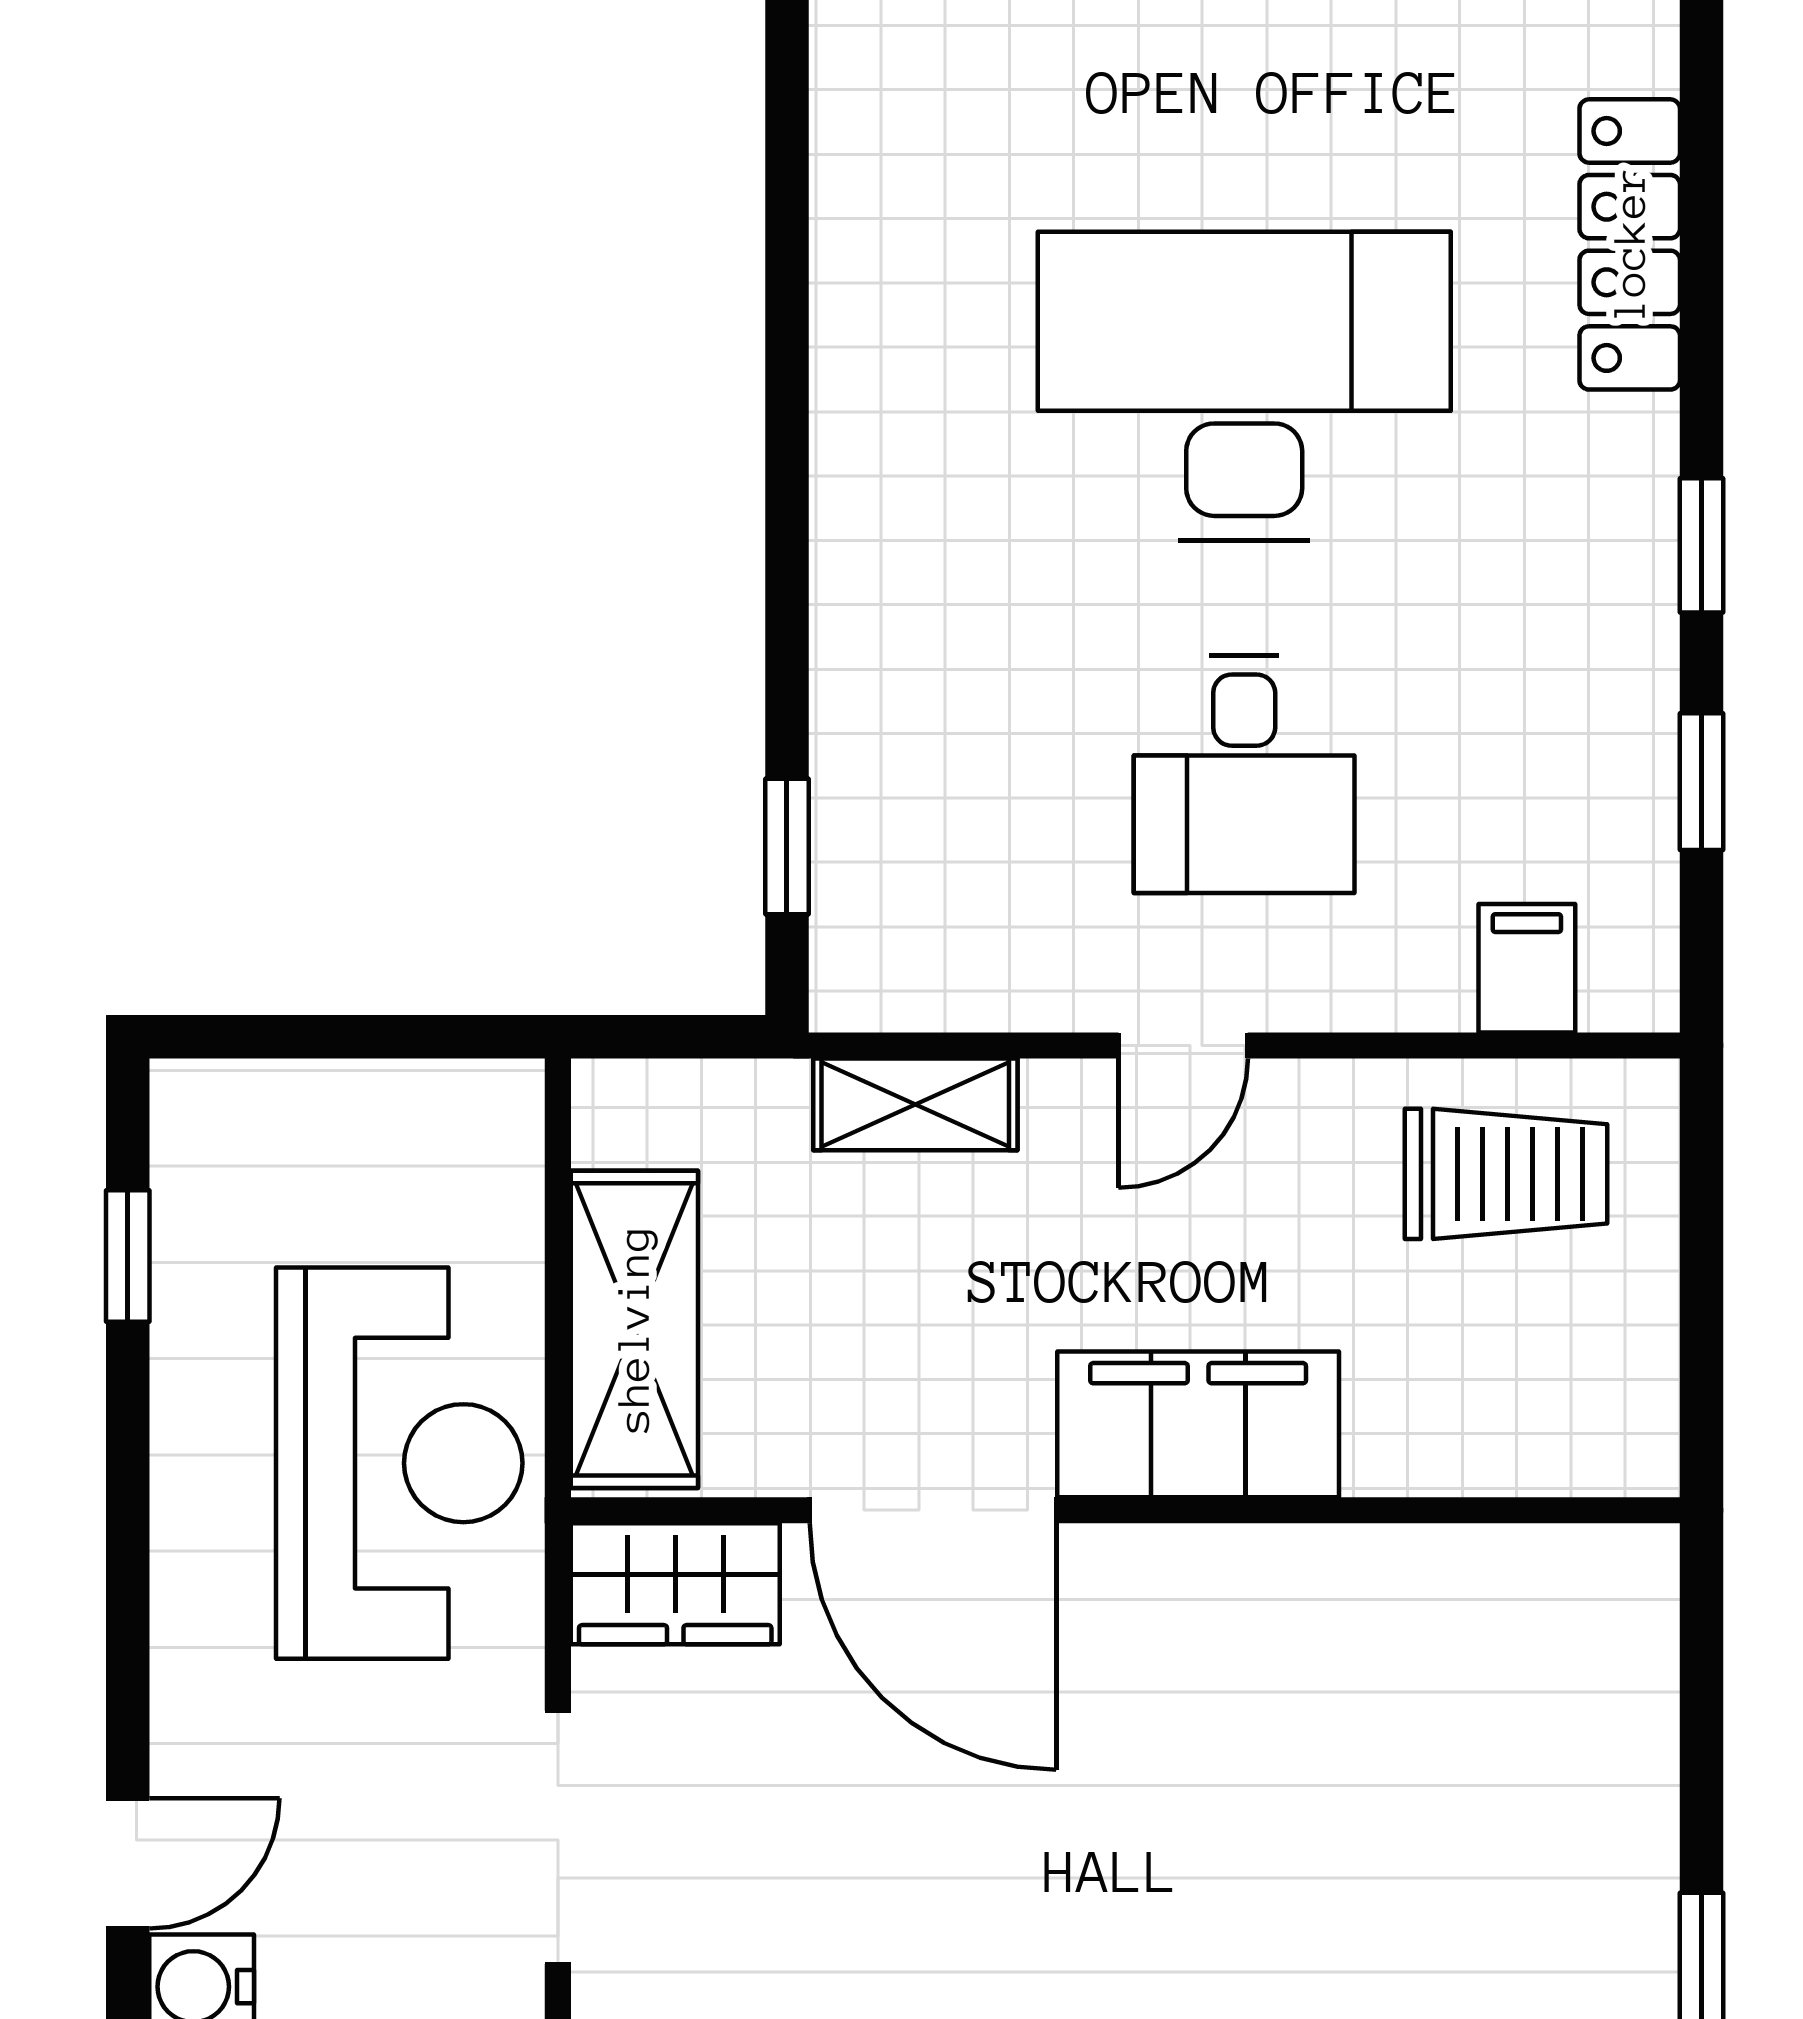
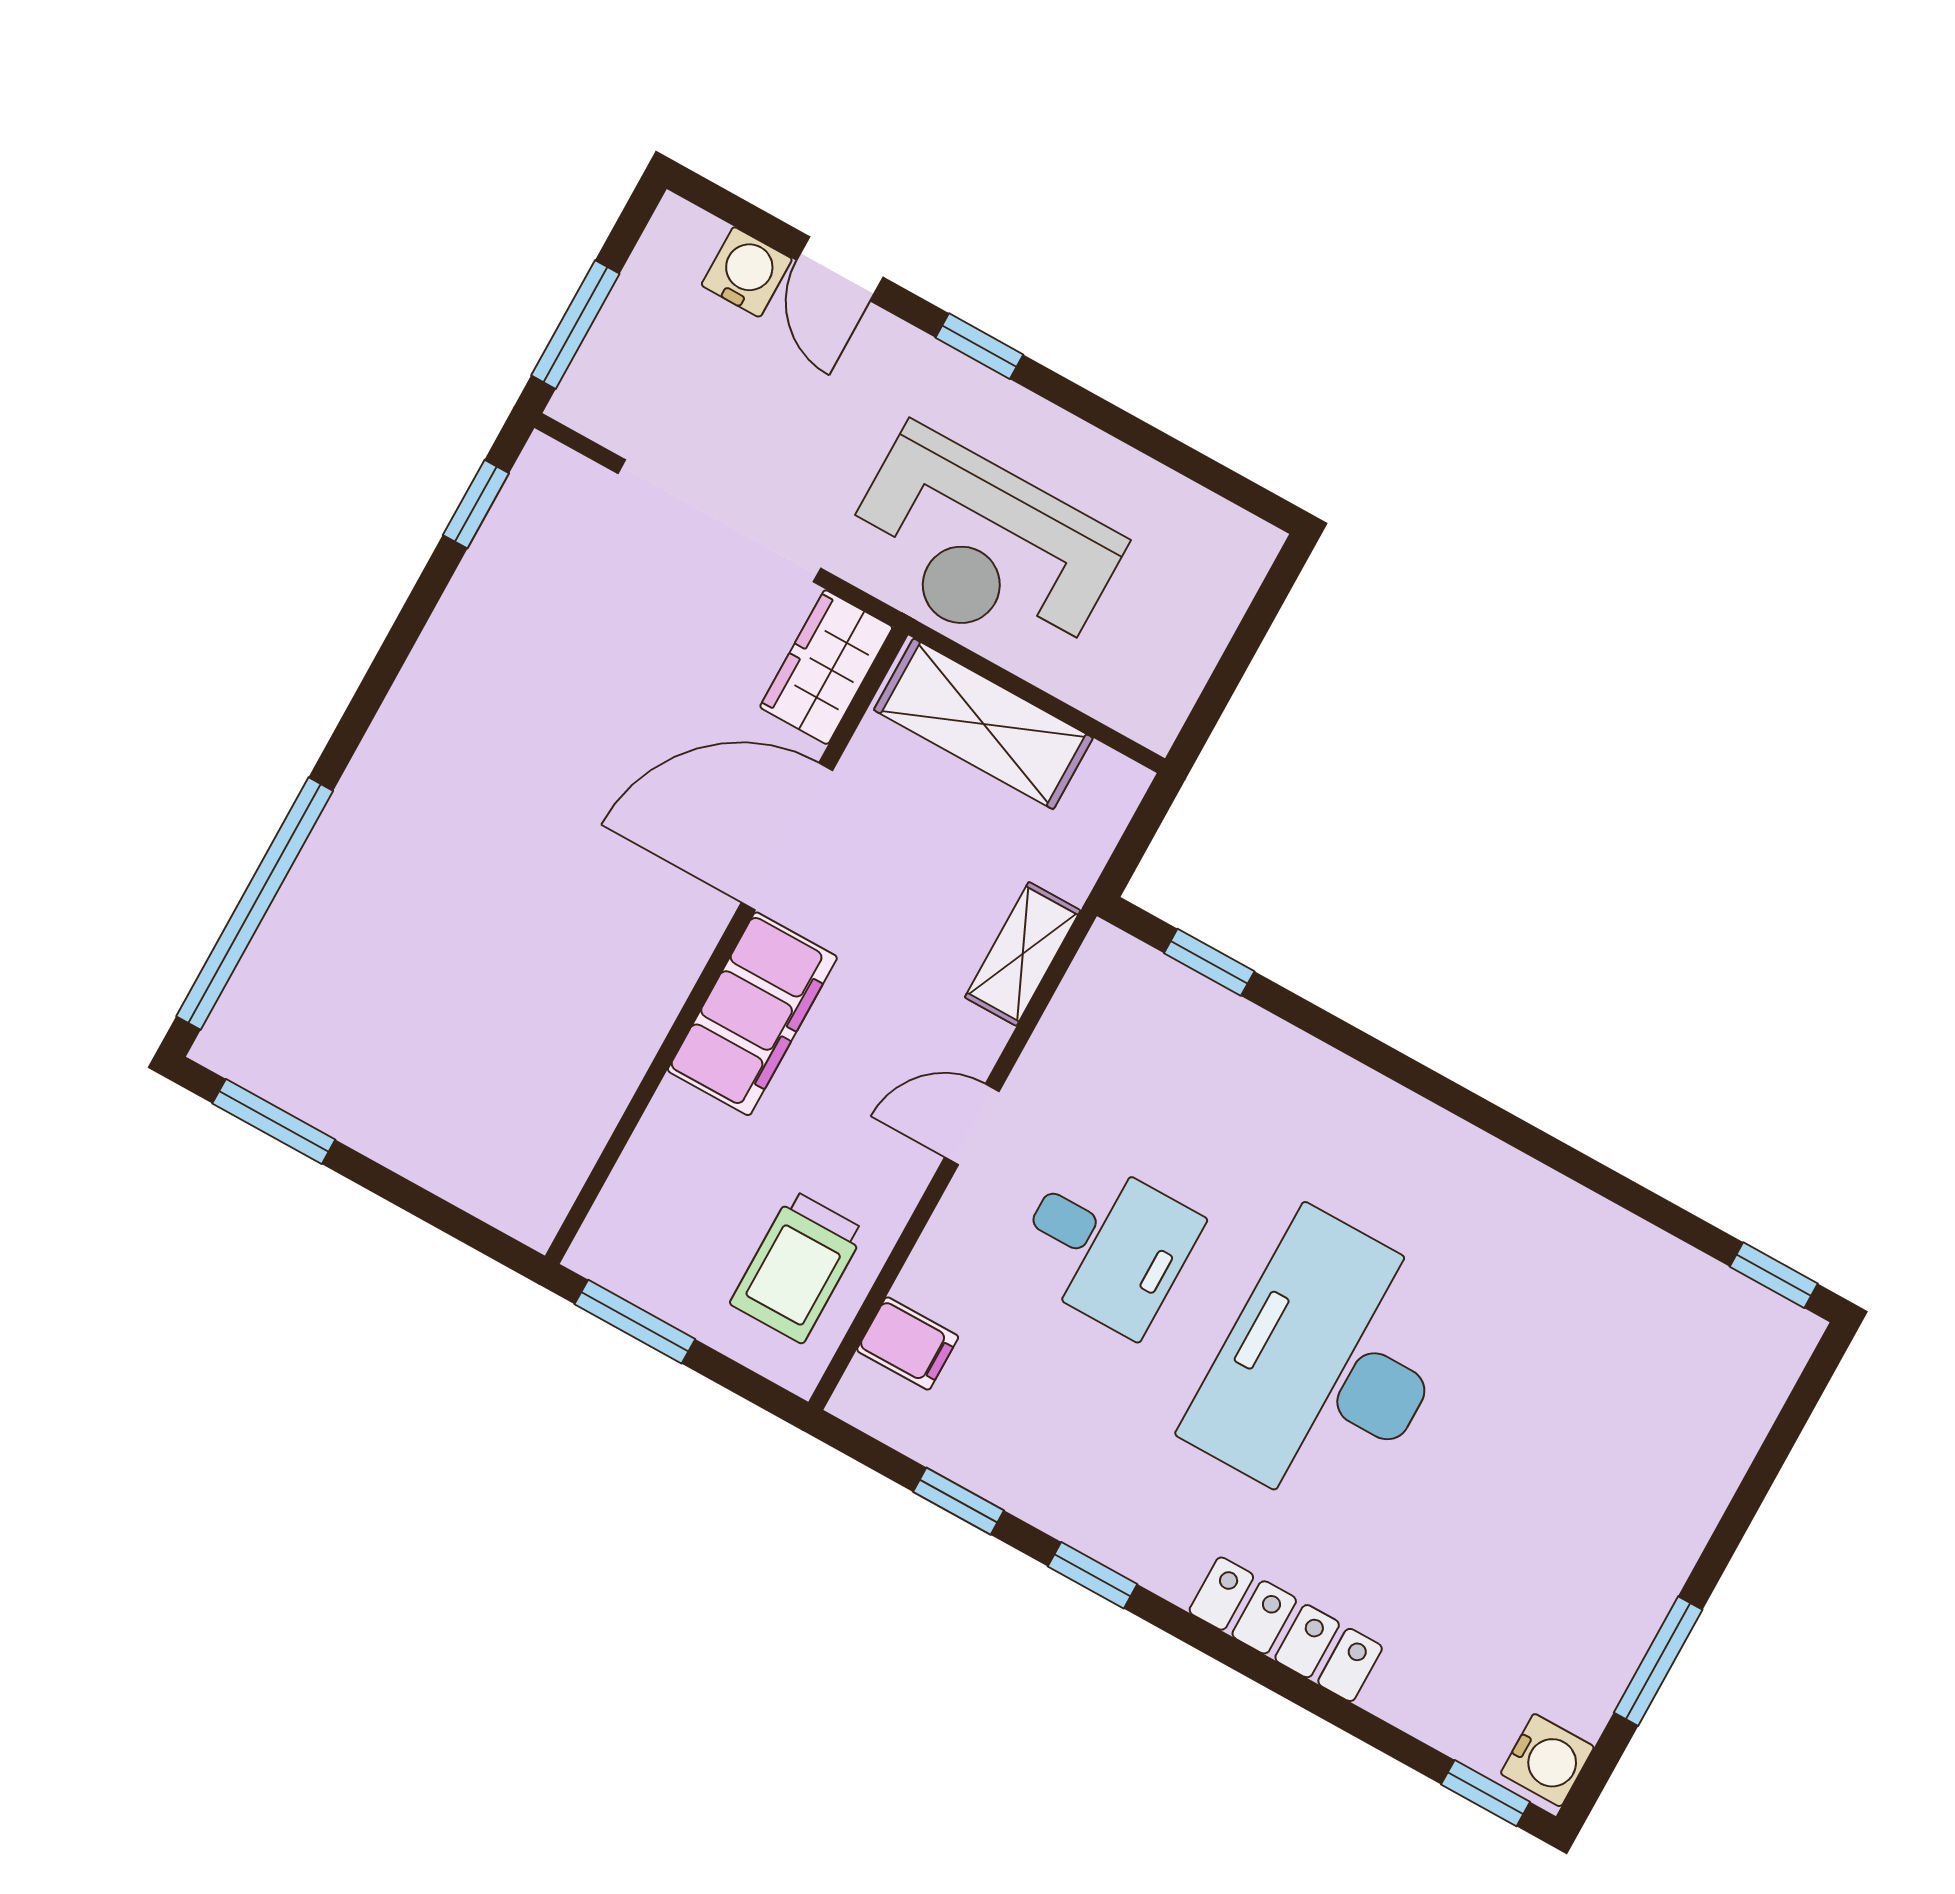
desk: (1244, 386) -> (1326, 1366), turned 180
desk: (1244, 774) -> (1106, 1244), turned 180
door: (1183, 1046) -> (972, 1124), hinge flipped
window: (128, 1256) -> (979, 346), moved
window: (1701, 1353) -> (635, 1322), added
doorway: (558, 1837) -> (719, 521), width x1.36

